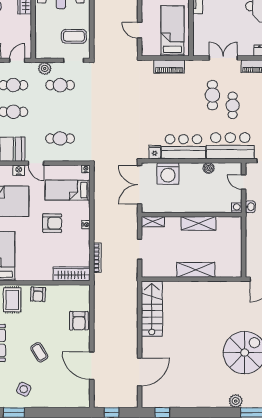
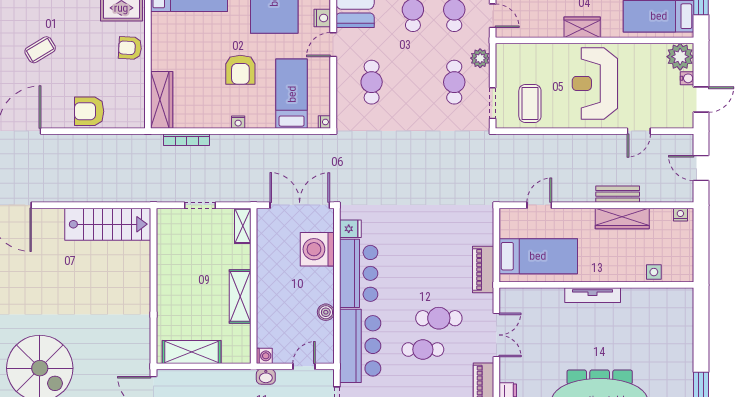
piano: (169, 67) -> (483, 269), moved
shelving: (196, 270) -> (192, 352), moved, turned 90

